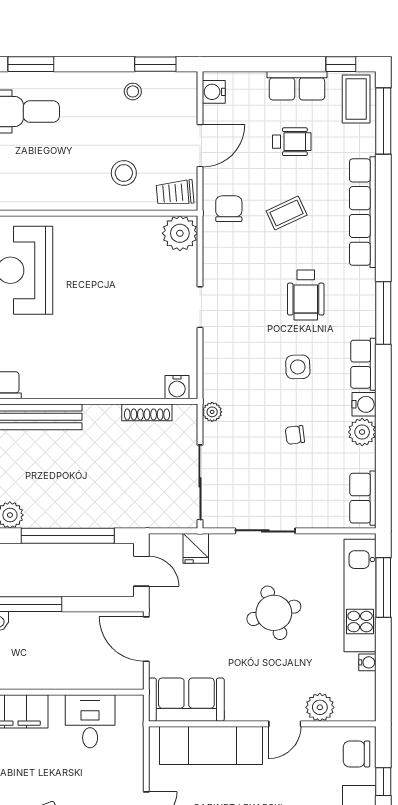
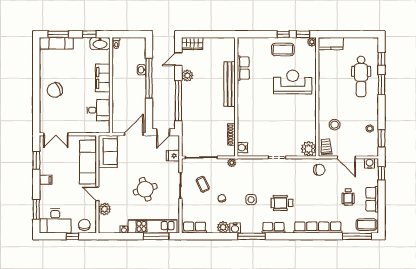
window: (341, 64) -> (381, 173), moved
coffee table: (287, 213) -> (203, 184), moved
window: (383, 313) -> (252, 236), moved
row of seats: (363, 364) -> (273, 228), moved

